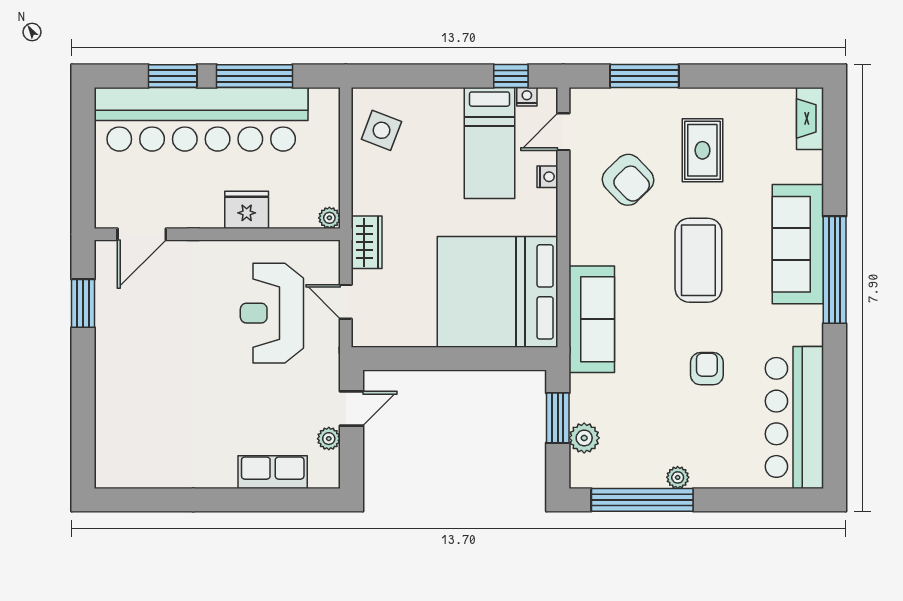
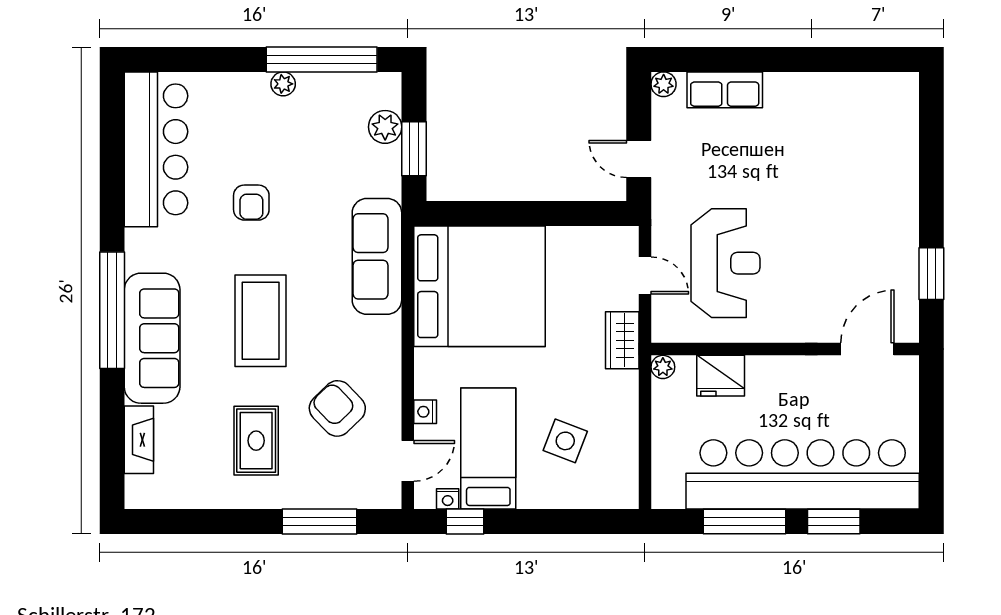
fireplace: (810, 118) -> (139, 440), moved
side table: (381, 130) -> (565, 441), moved
fridge: (247, 210) -> (721, 376), moved
door: (351, 409) -> (639, 159), hinge flipped
plant: (329, 439) -> (664, 84), moved

